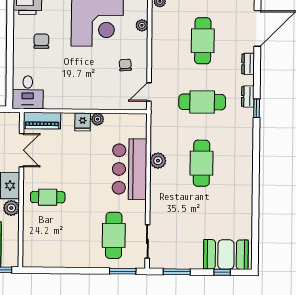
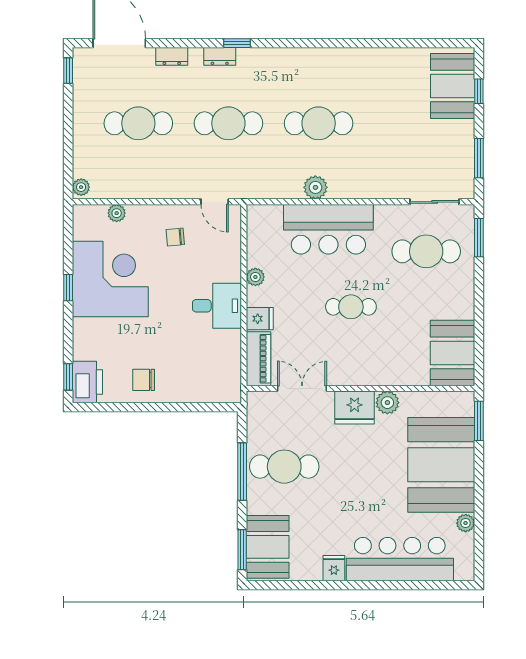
chair: (41, 41) -> (144, 380), moved
desk: (28, 92) -> (217, 306), moved
cafe table: (202, 102) -> (228, 123), turned 90
fridge: (83, 122) -> (260, 319), moved
cafe table: (48, 197) -> (351, 307), moved, turned 90
booth: (45, 252) -> (452, 353), added

